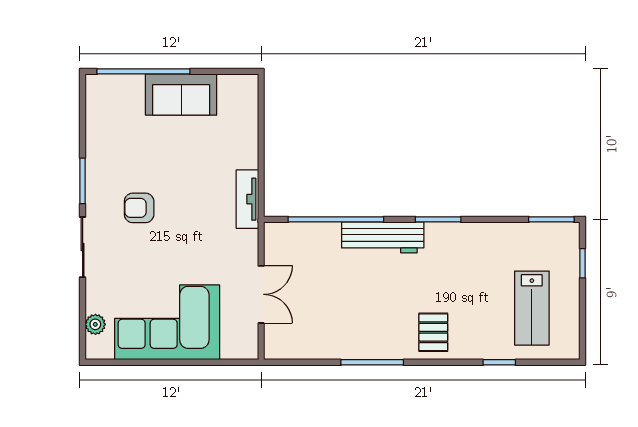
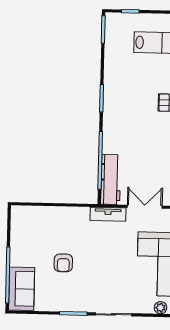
sofa: (181, 95) -> (22, 289), moved
tv unit: (247, 199) -> (108, 214), moved
armchair: (139, 208) -> (63, 263), moved
workbench: (383, 237) -> (111, 179), moved

